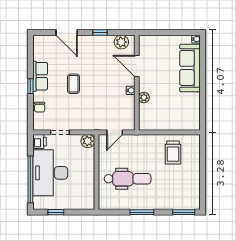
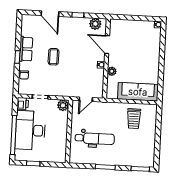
sofa: (190, 68) -> (138, 92), moved, turned 90

